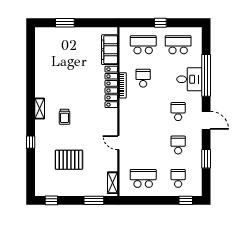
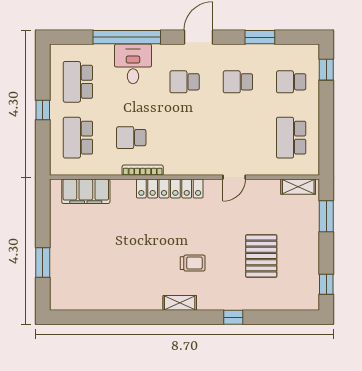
locker: (111, 87) -> (170, 189), moved

